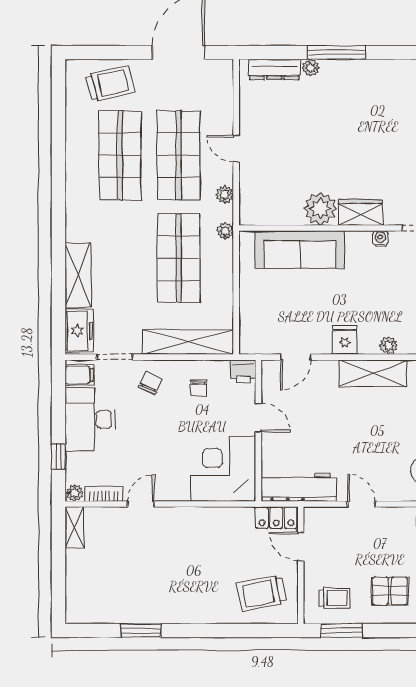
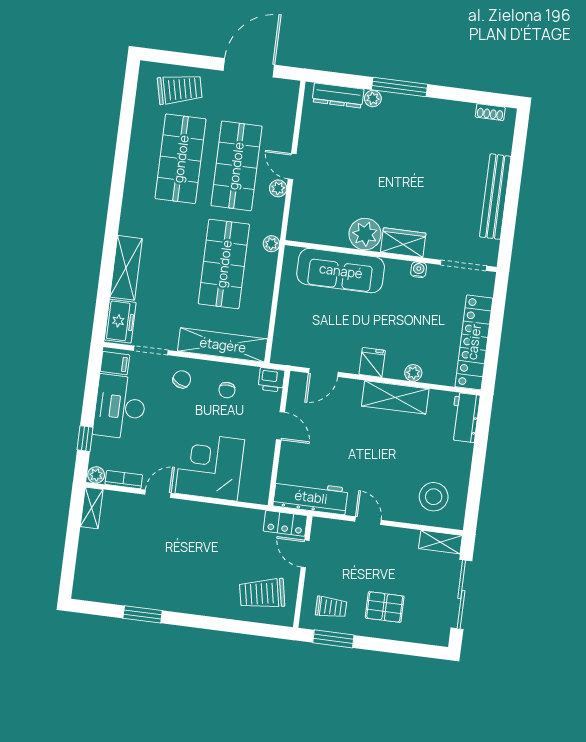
plant: (225, 195) -> (278, 188), moved
corner desk: (223, 469) -> (210, 466), moved

